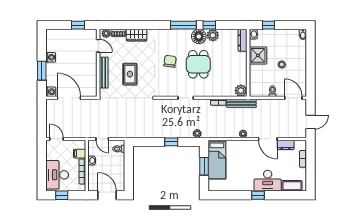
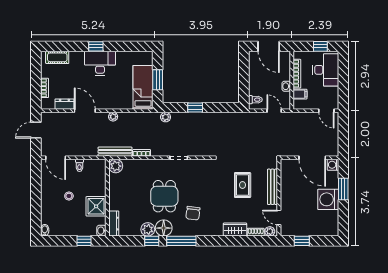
washing machine: (51, 57) -> (328, 199), width x1.89, depth x1.89
chair: (170, 61) -> (193, 213), moved
desk: (268, 181) -> (100, 63), moved

